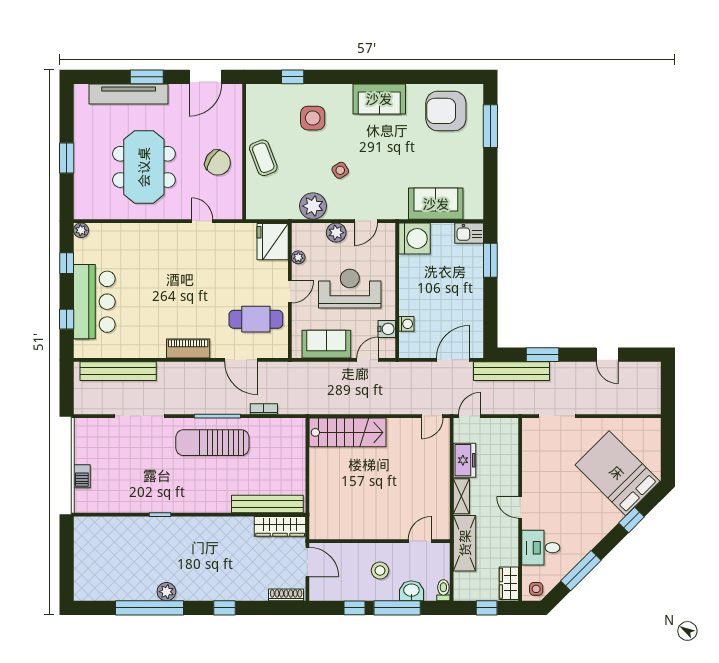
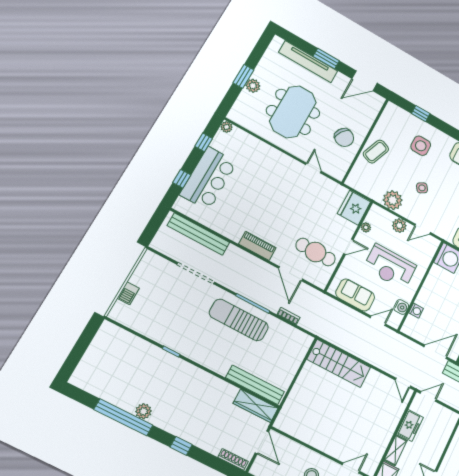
coffee table: (263, 158) -> (376, 152), turned 42
plant: (83, 163) -> (253, 86), added
reception desk: (350, 289) -> (390, 267), turned 180
door: (432, 416) -> (403, 383), hinge flipped

